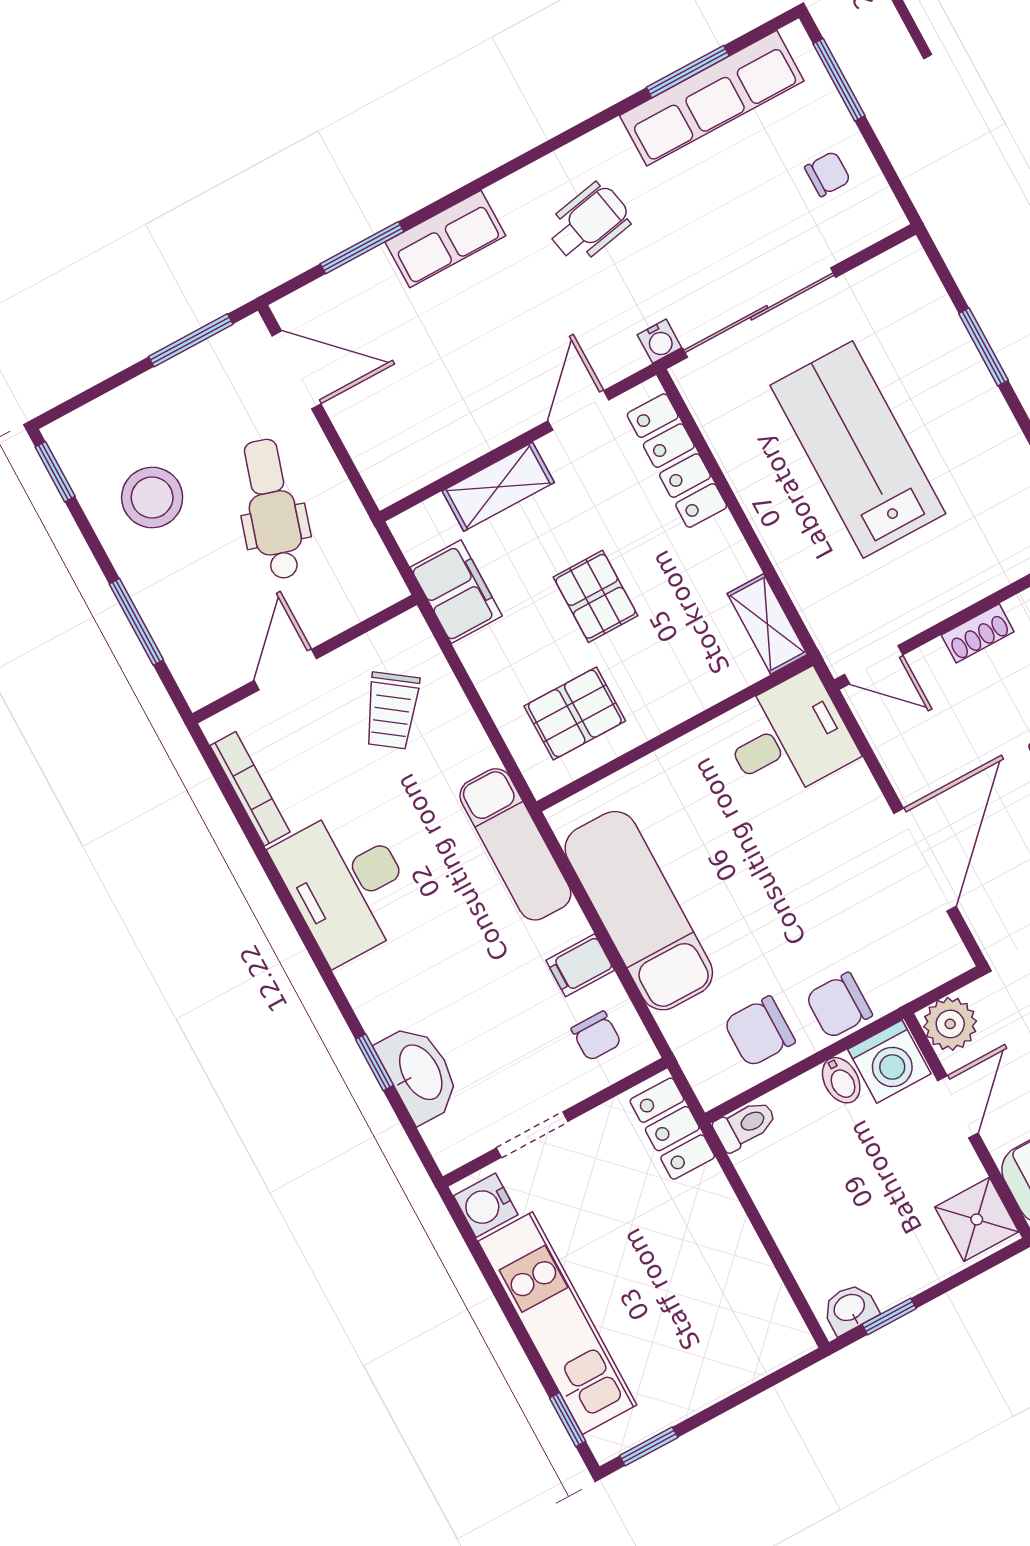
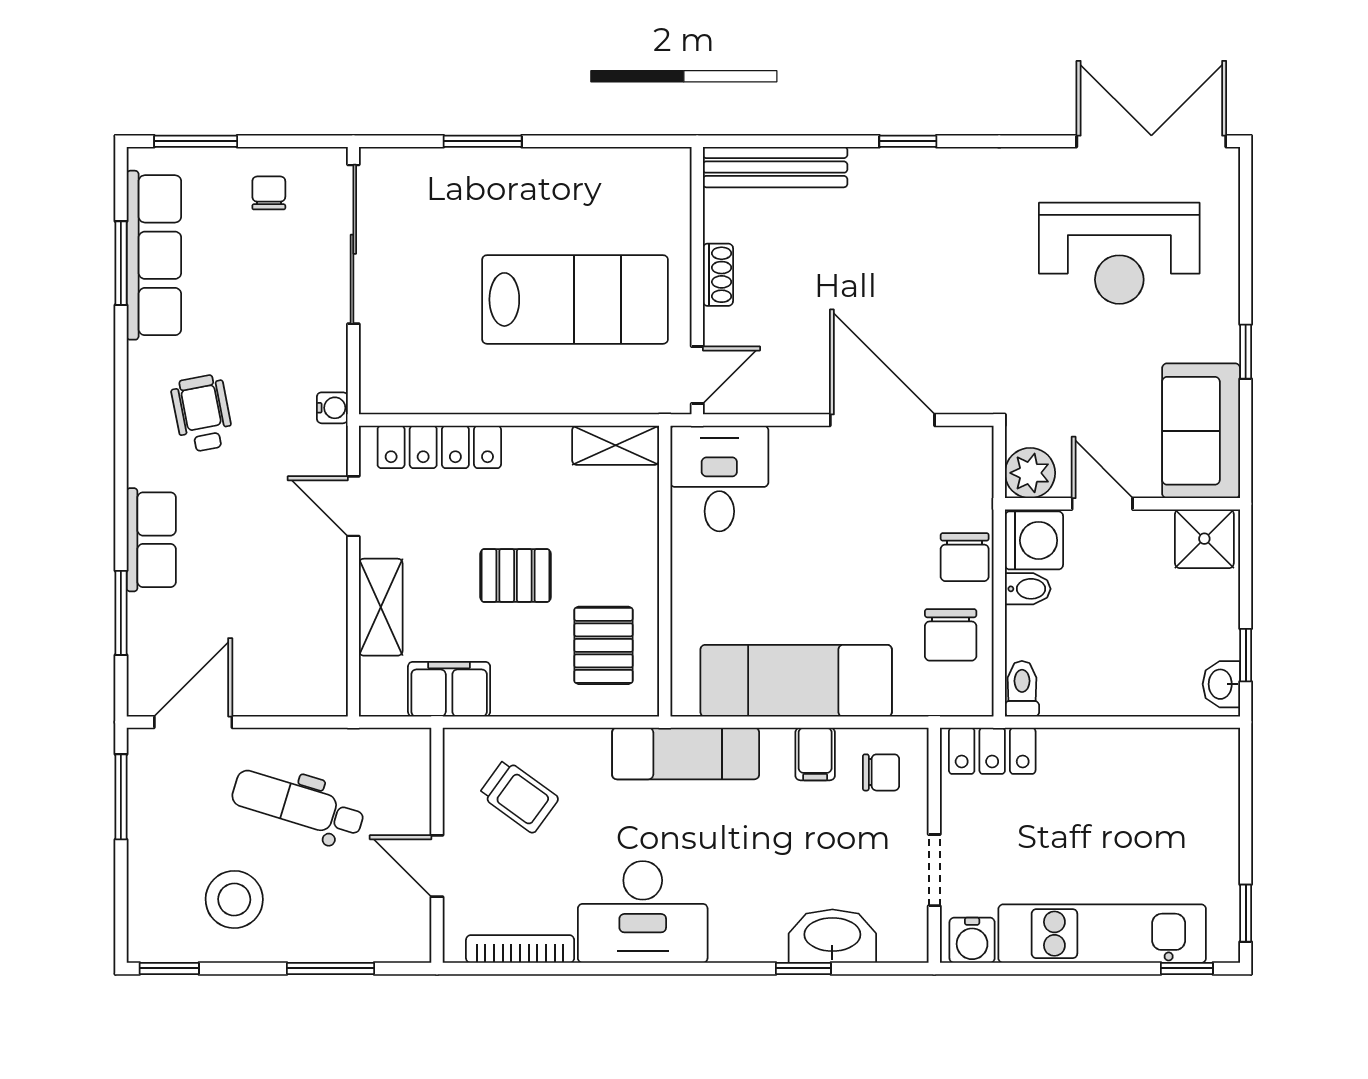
sliding door: (759, 313) -> (353, 244), moved
lab bench: (858, 450) -> (575, 299), moved, turned 180

